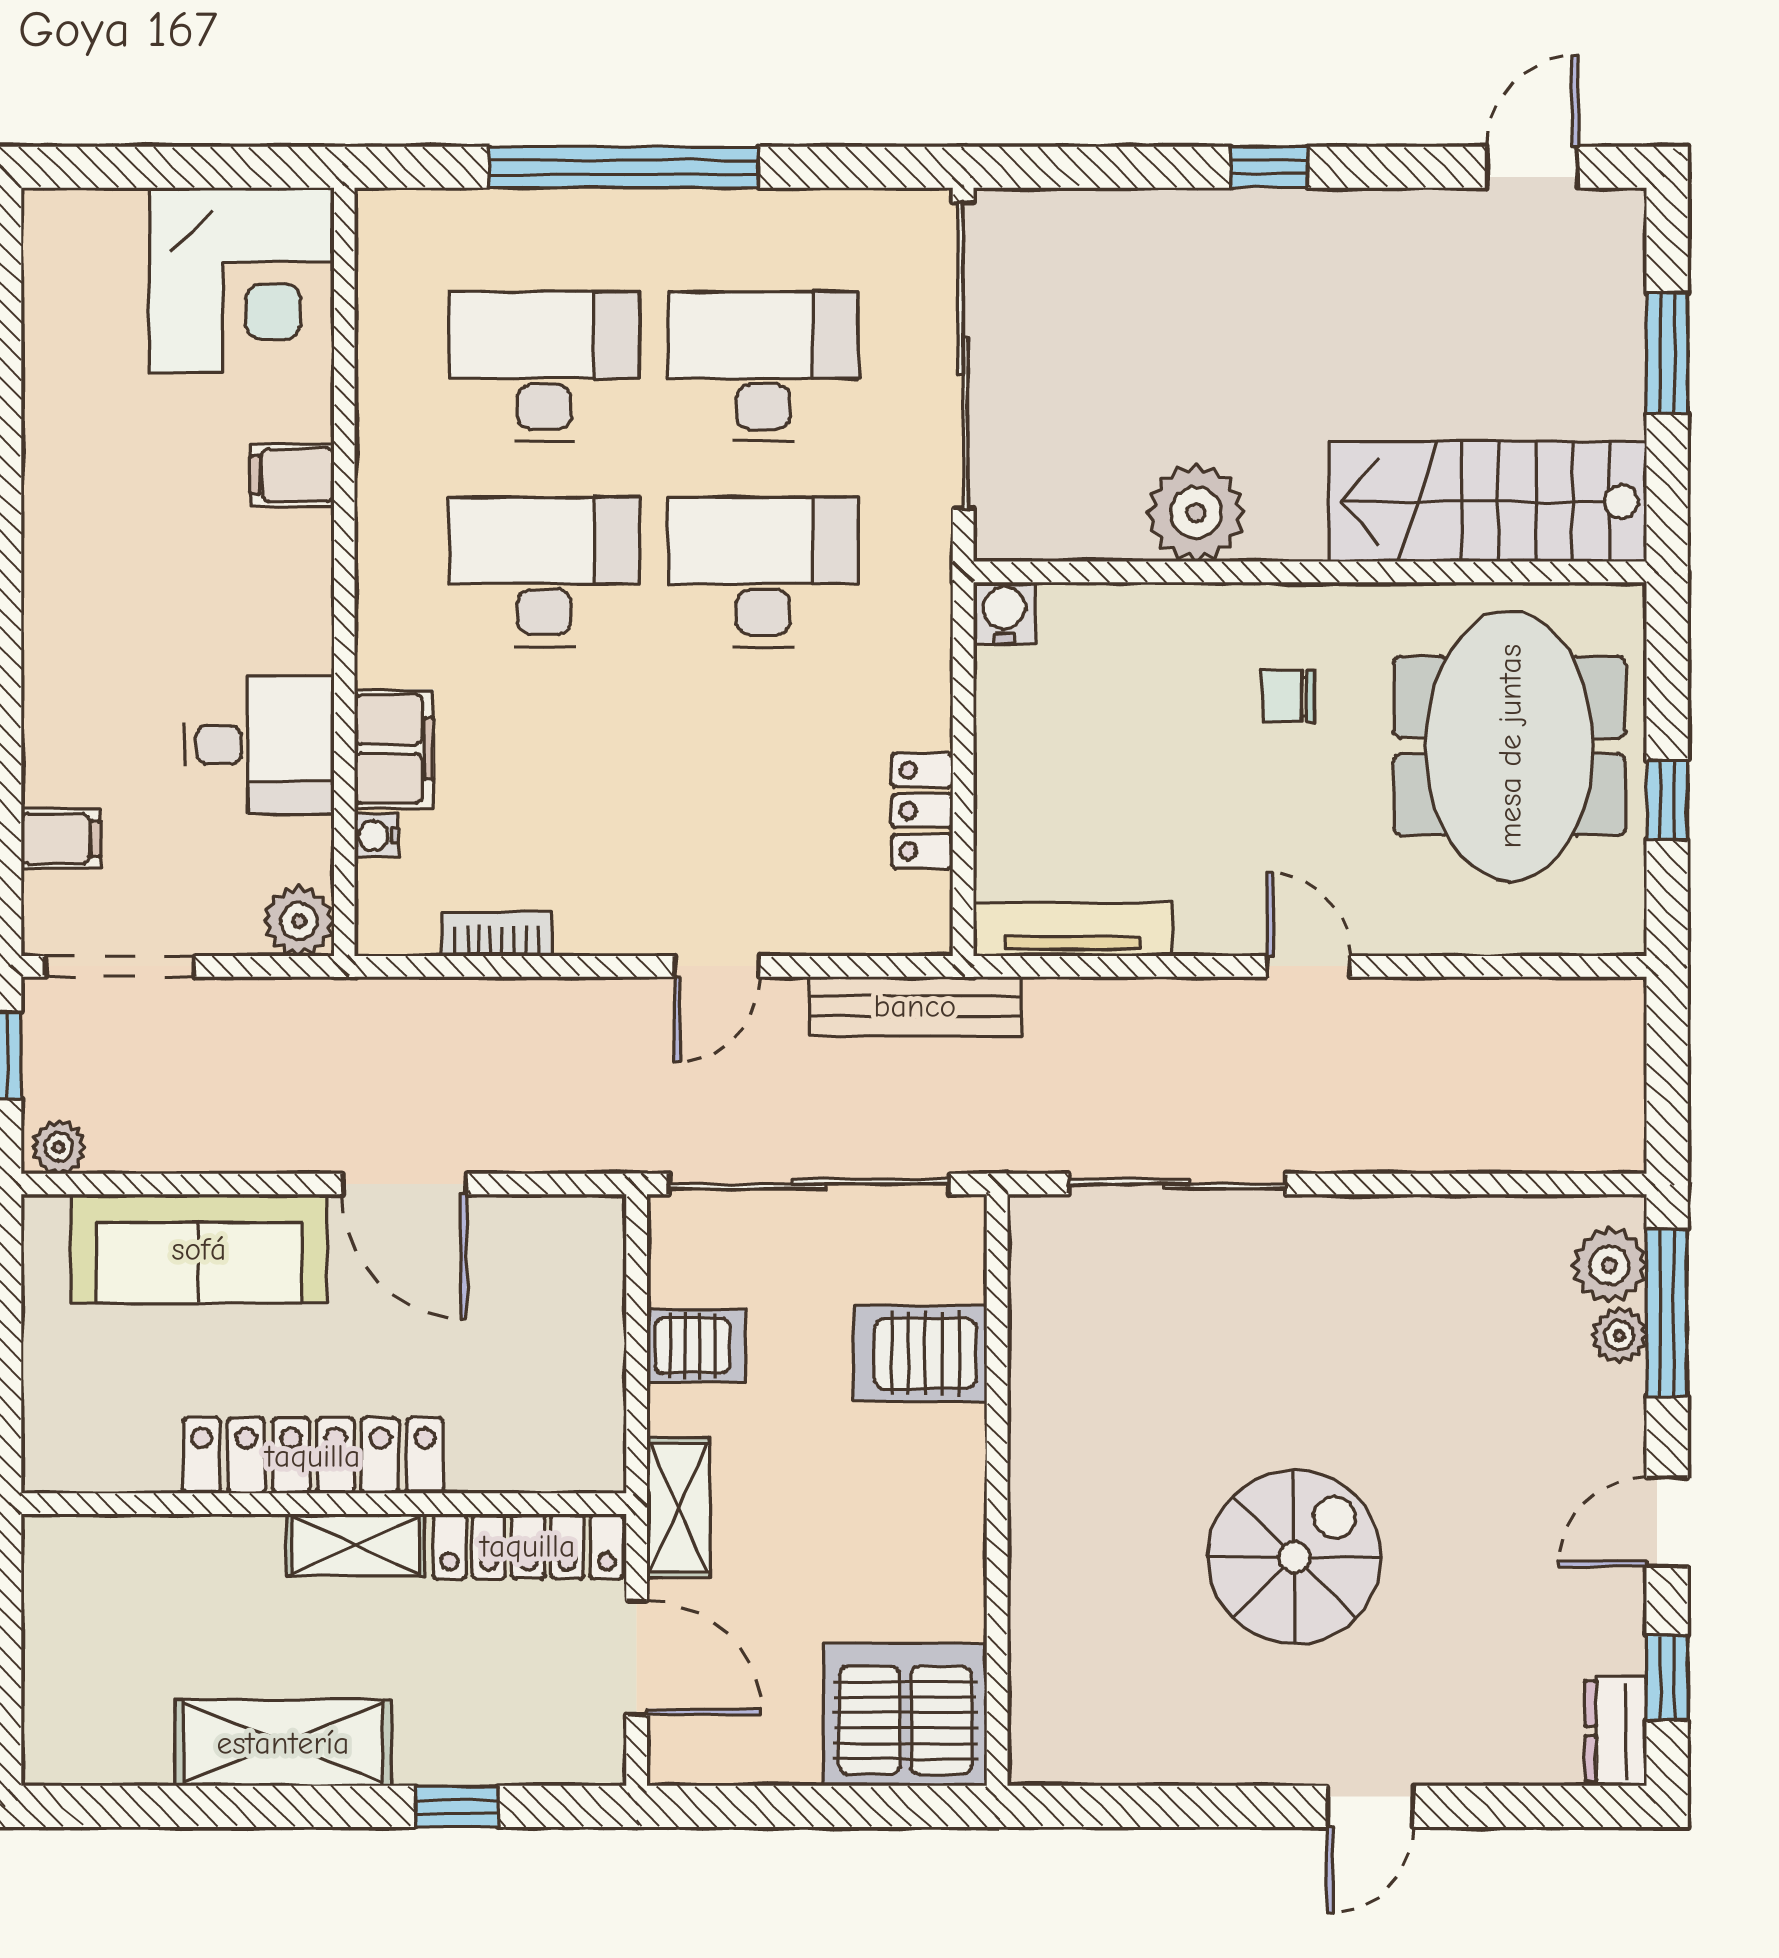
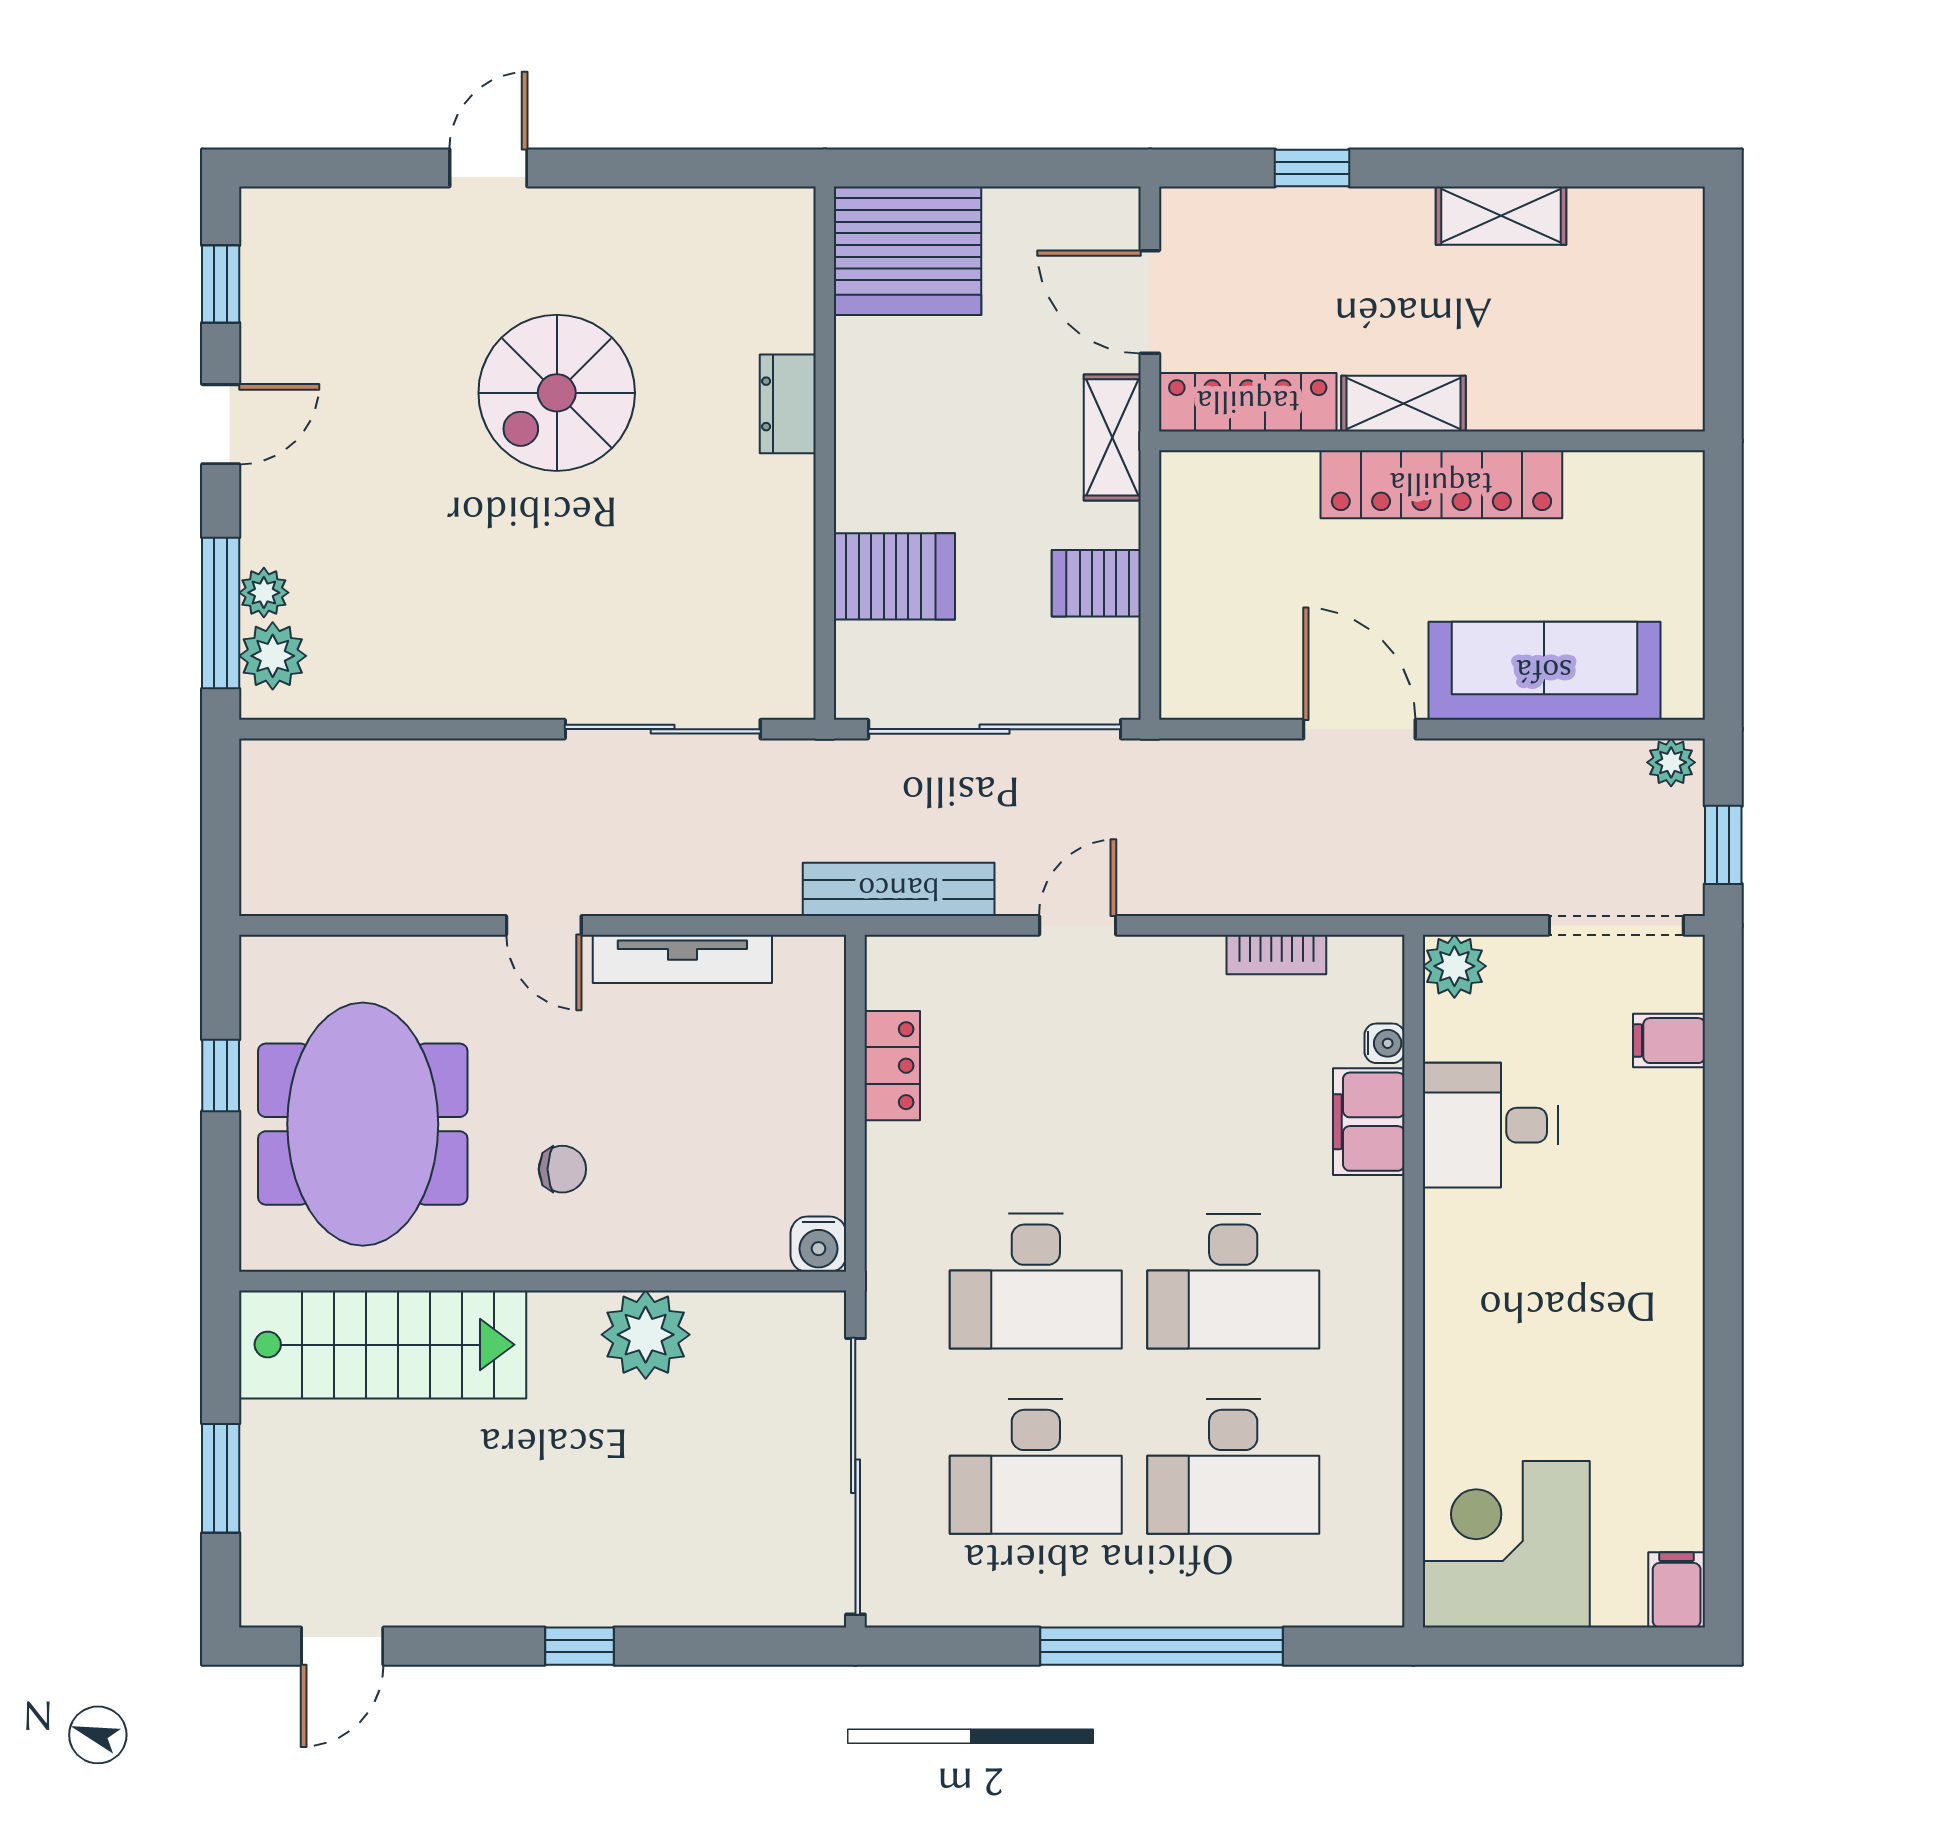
filing cabinet: (292, 475) -> (1677, 1590), moved, turned -90
tv unit: (1073, 929) -> (682, 959), moved
dresser: (1616, 1731) -> (788, 404), moved, turned 180
shelving: (283, 1743) -> (1501, 216), width x0.67, depth x0.75

